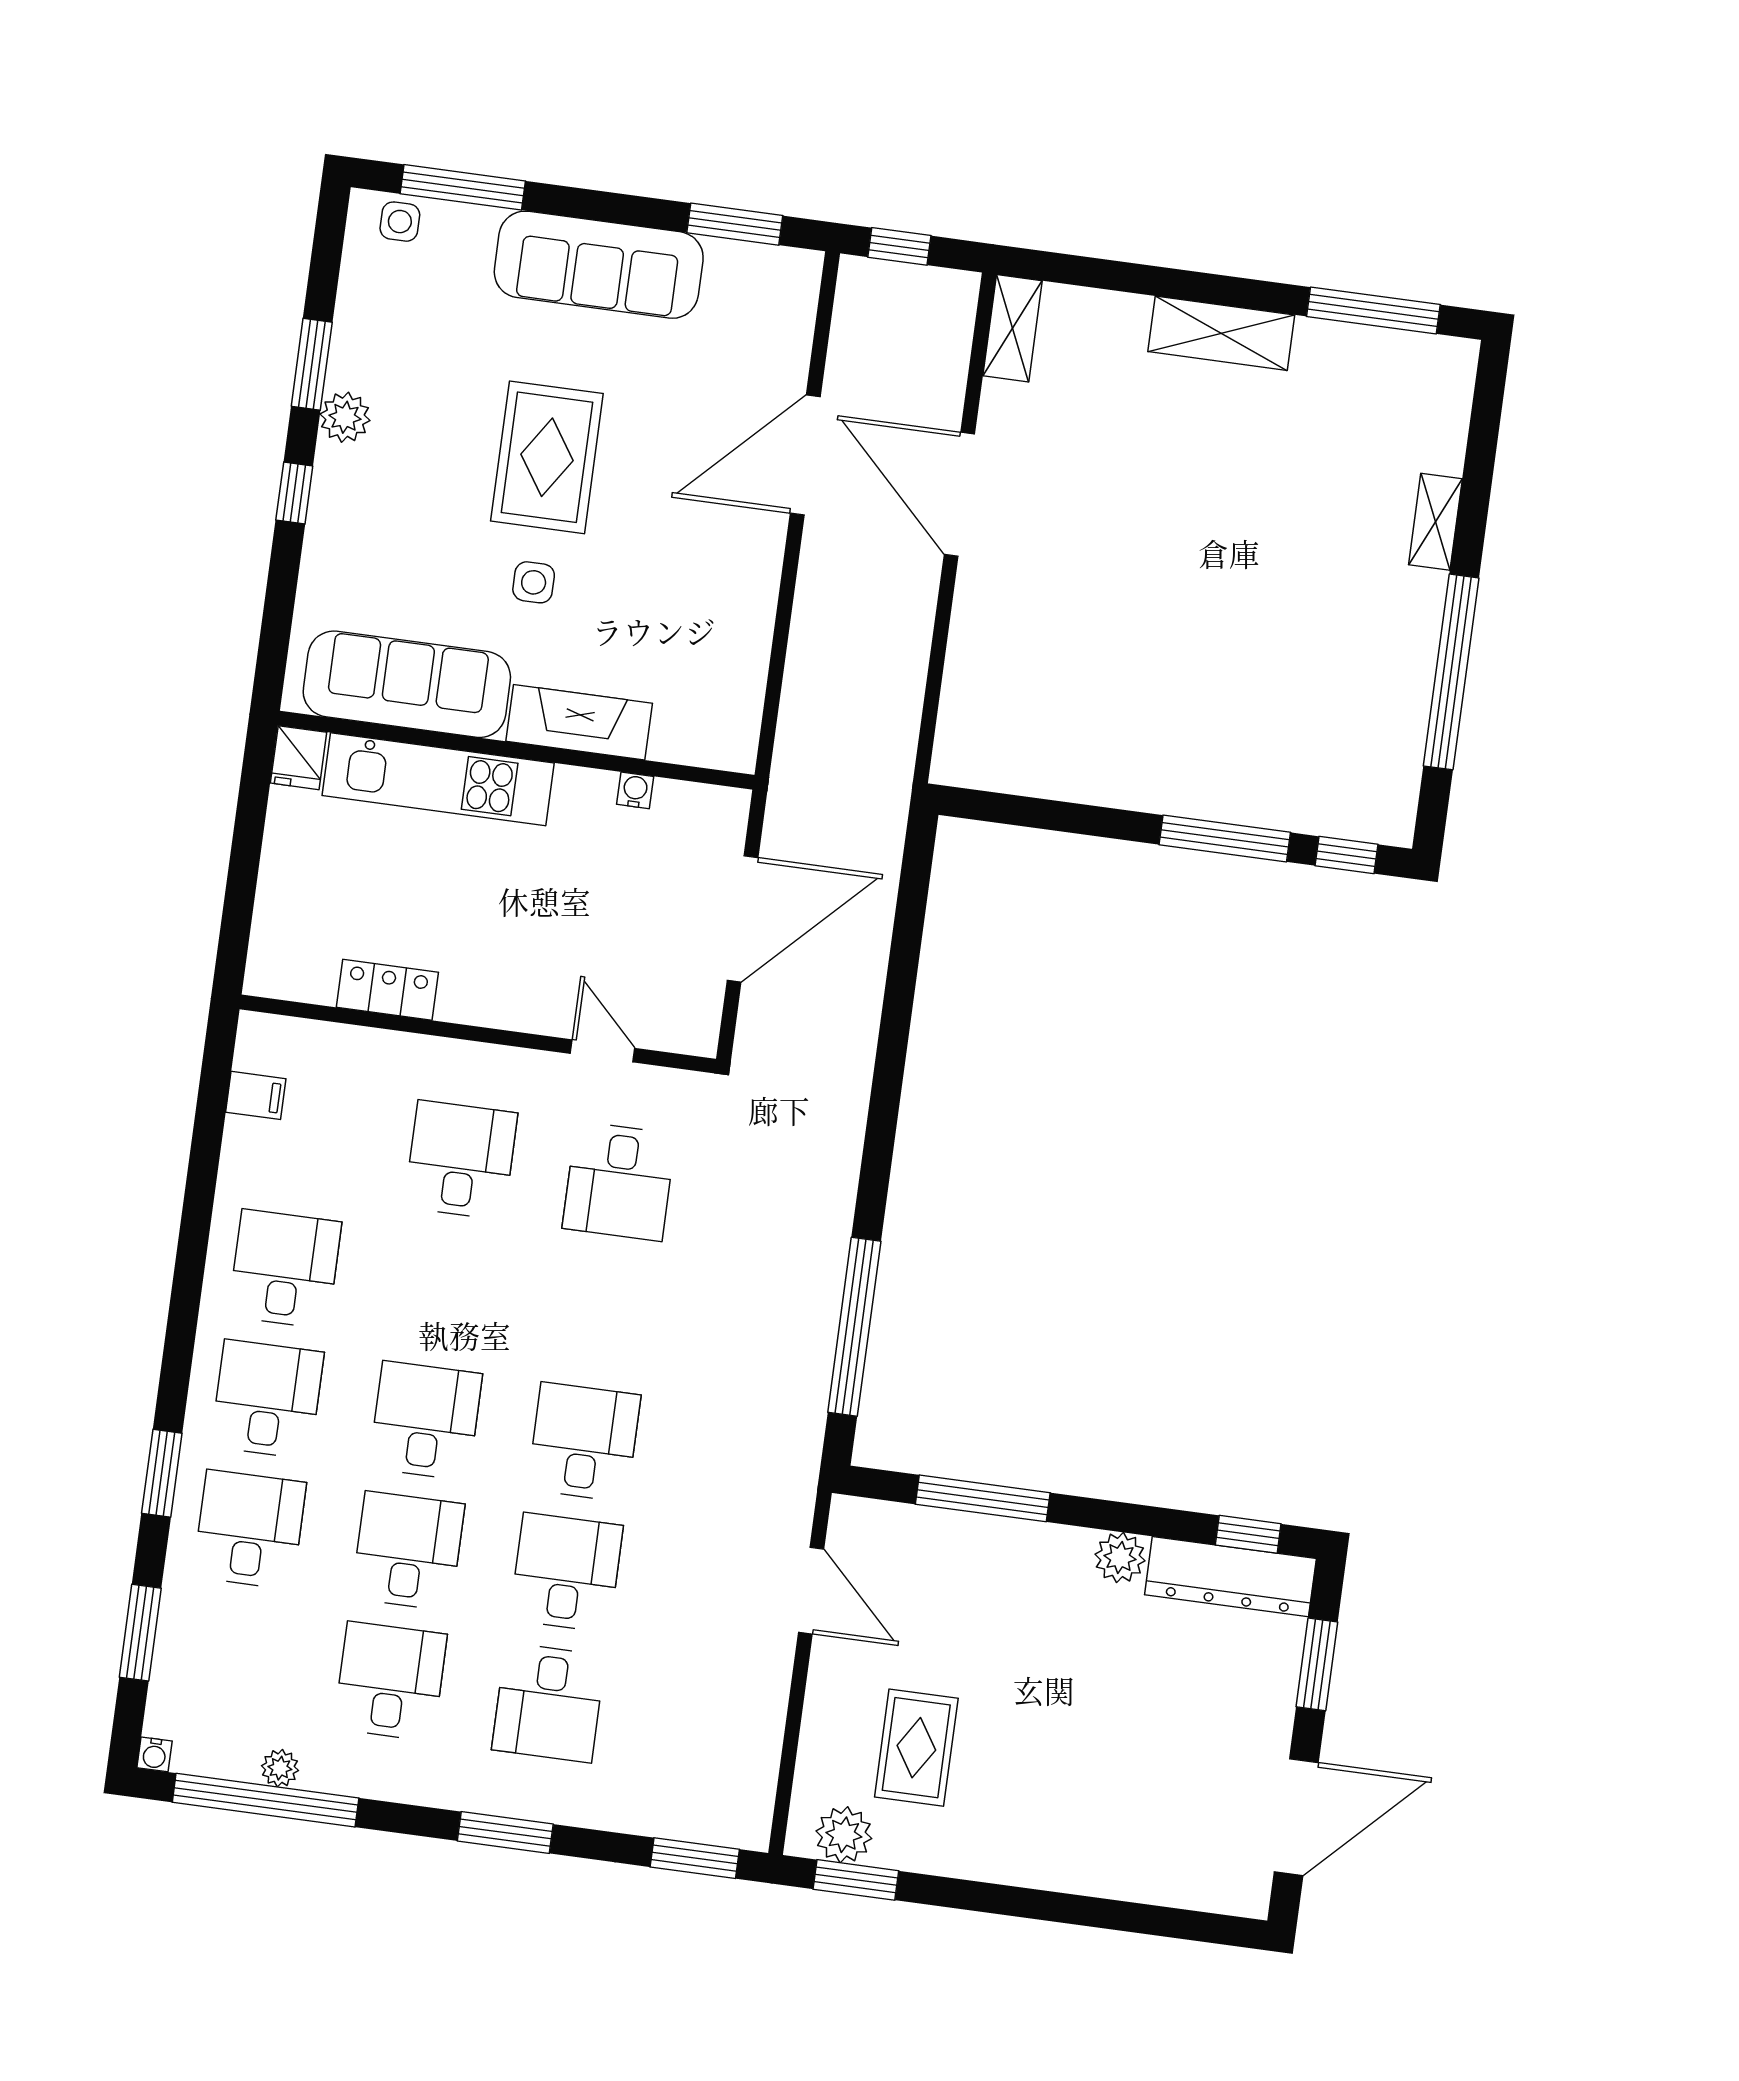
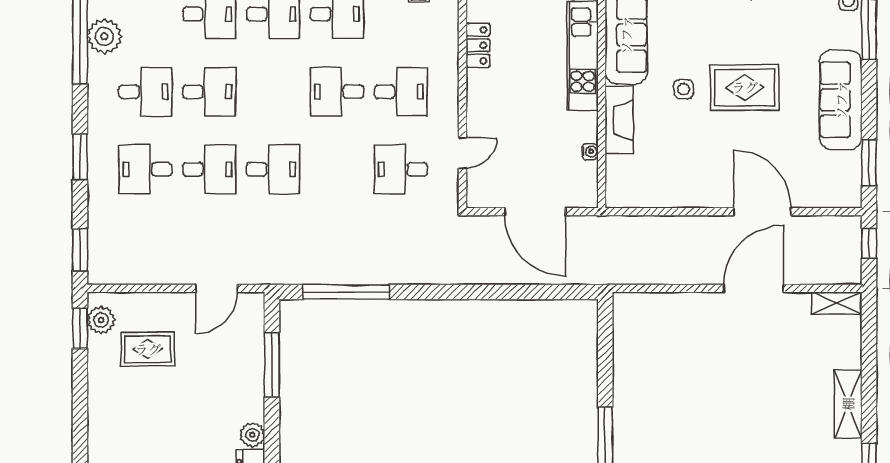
desk: (426, 1421) -> (337, 92), moved, turned 180
plant: (280, 1768) -> (104, 36), width x1.88, depth x1.88

